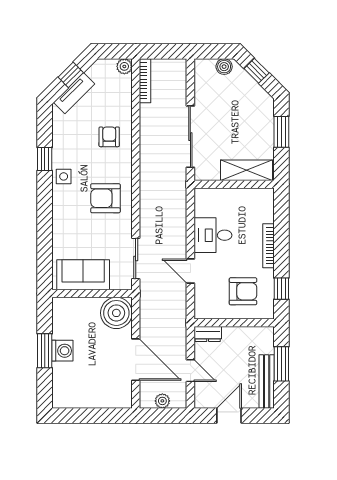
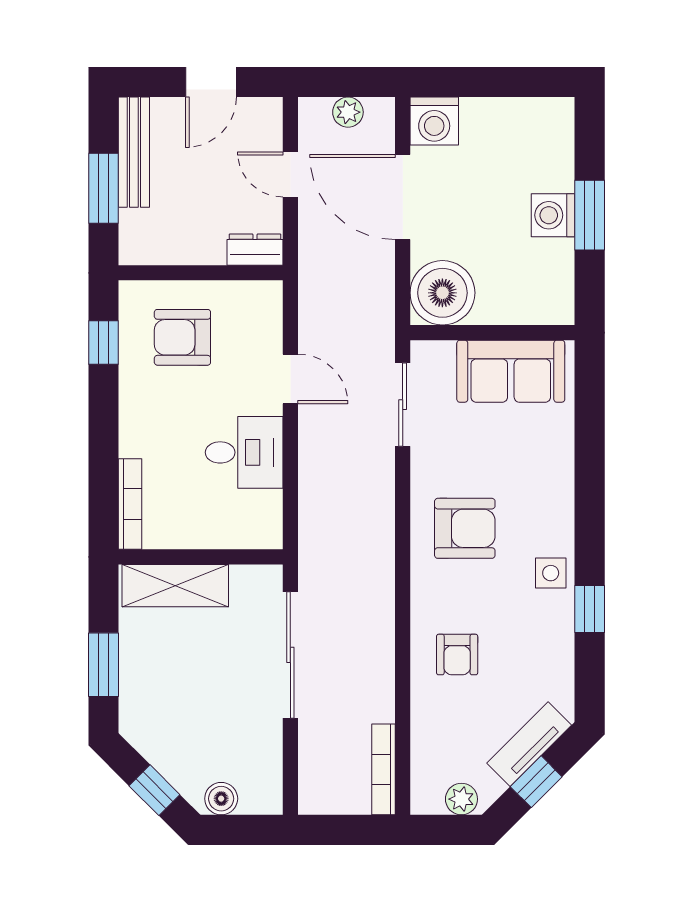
plant: (124, 66) -> (461, 799), moved
bookcase: (268, 246) -> (130, 504), moved
washing machine: (120, 397) -> (434, 121), added

